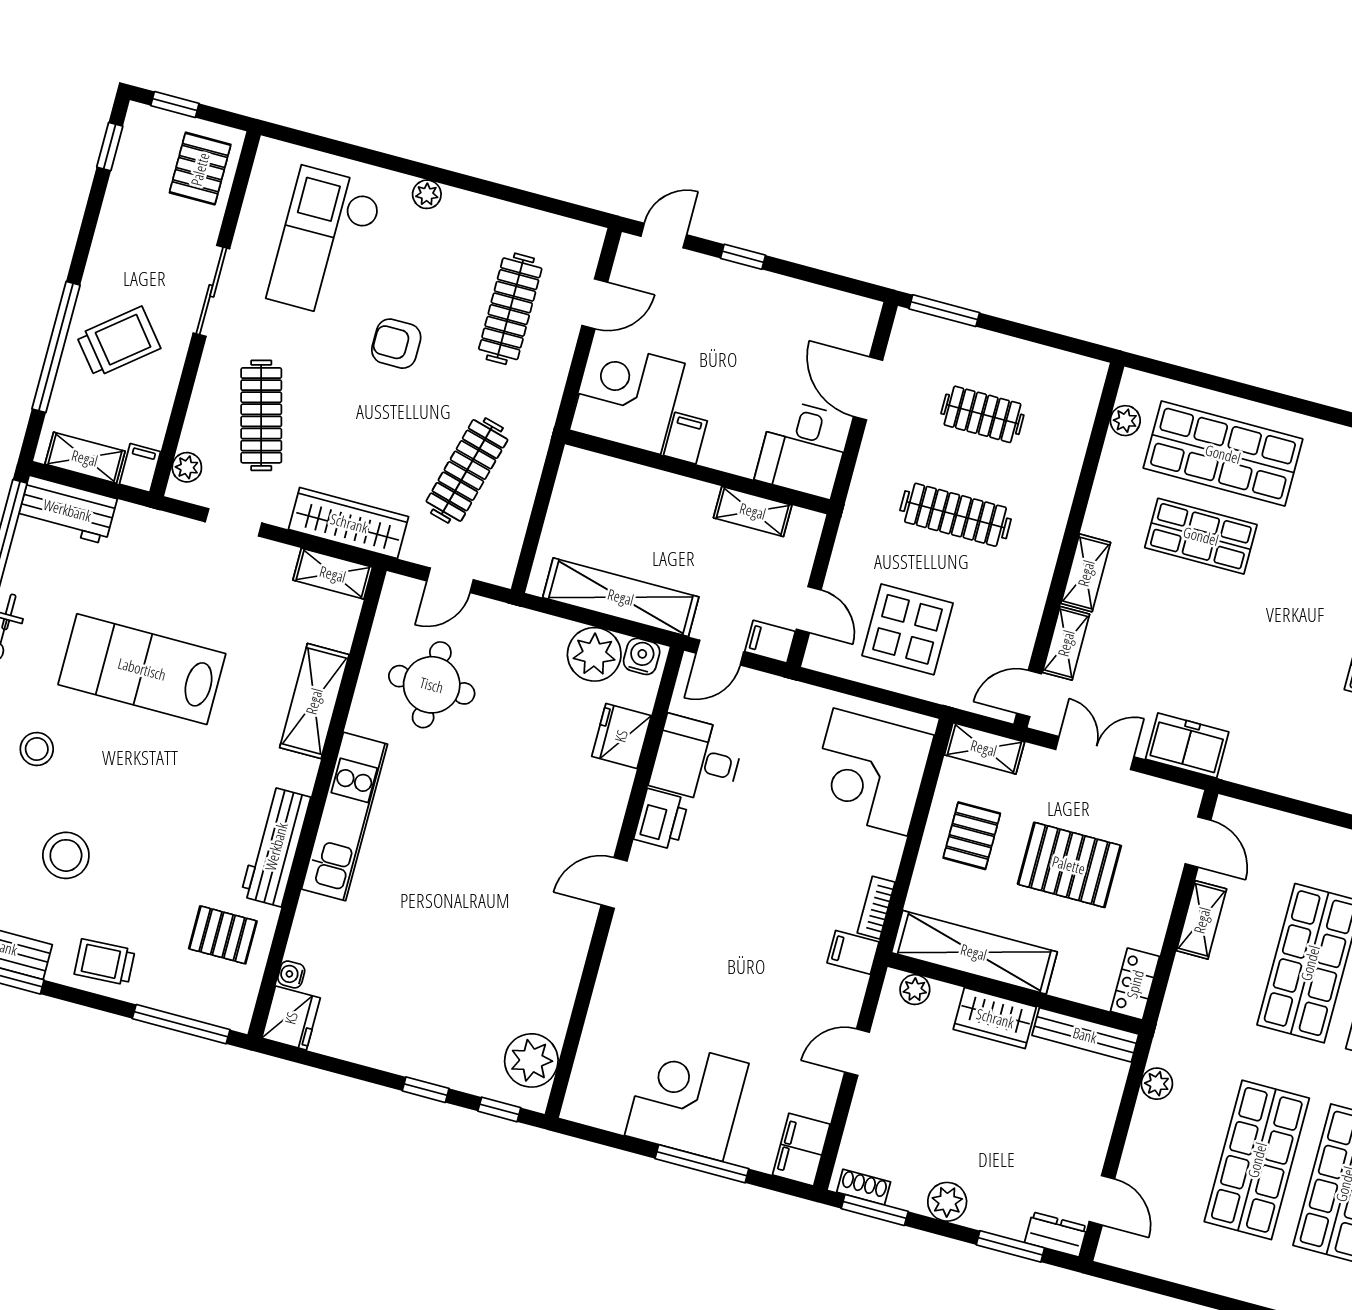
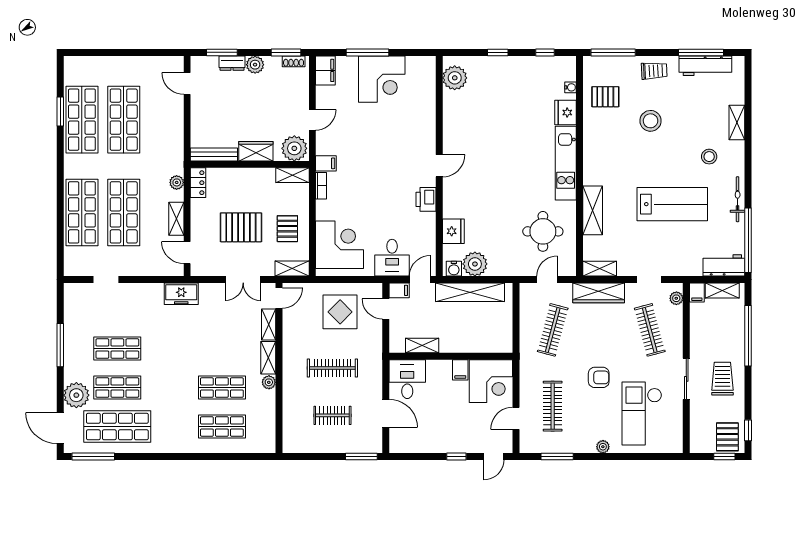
pallet: (200, 169) -> (727, 437), moved
window: (530, 200) -> (557, 457), added
checkout: (325, 243) -> (642, 413), turned 180
trolley: (118, 342) -> (722, 379), moved, turned 129
plant: (1125, 421) -> (269, 382), moved
shop shelf: (1223, 454) -> (222, 427), width x0.70, depth x0.74
freezer: (1187, 745) -> (181, 294), moved
desk: (697, 759) -> (392, 258), moved, turned 90
workbench: (276, 847) -> (593, 142), removed
stool: (66, 855) -> (651, 121), moved
shelving: (974, 952) -> (292, 175), width x0.45, depth x0.75
plant: (915, 990) -> (294, 148), width x1.88, depth x1.88
fridge: (291, 1018) -> (566, 113), moved
plant: (1157, 1084) -> (177, 182), moved
window: (499, 1109) -> (545, 52), moved
dresser: (1056, 1234) -> (232, 63), moved

